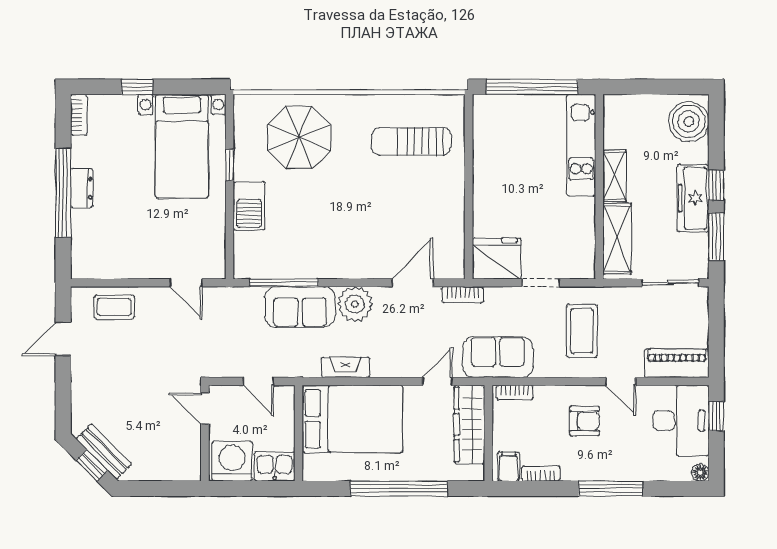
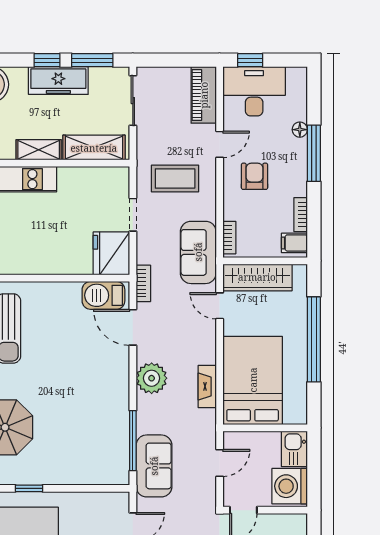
barbecue: (249, 206) -> (103, 295), moved, turned 180
sofa: (300, 307) -> (154, 466), moved
floor lamp: (700, 473) -> (300, 130), moved

